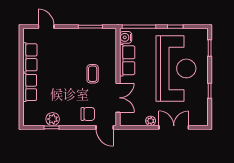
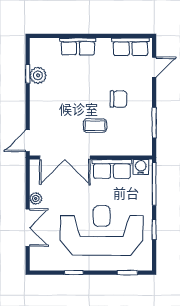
row of seats: (30, 57) -> (130, 47), moved
reception desk: (176, 68) -> (102, 230), turned 180
double door: (118, 98) -> (65, 158), width x1.37
chair: (88, 114) -> (119, 99), moved, turned -90

